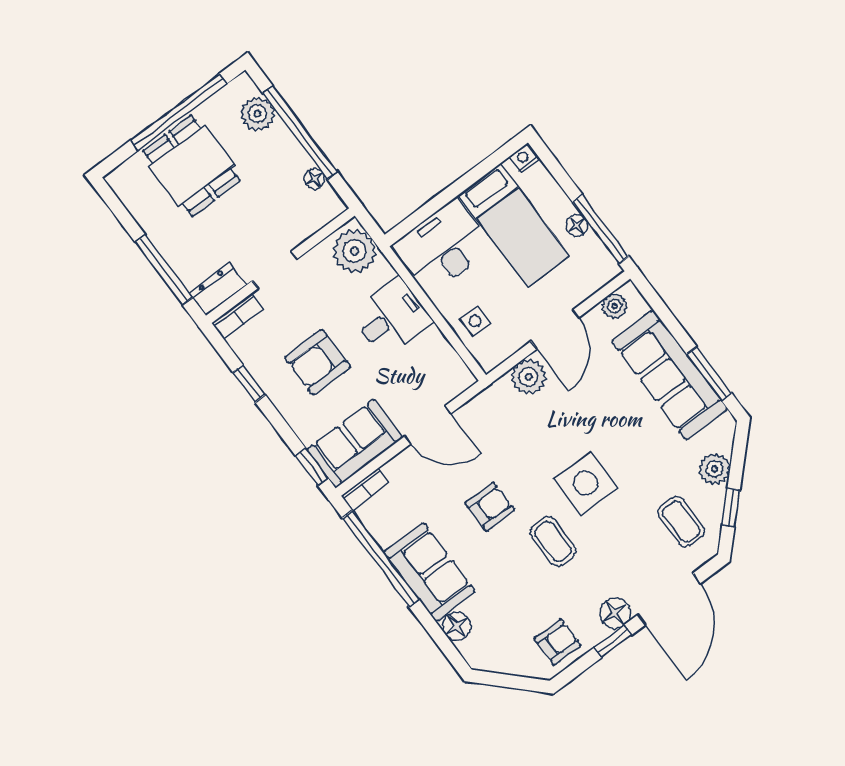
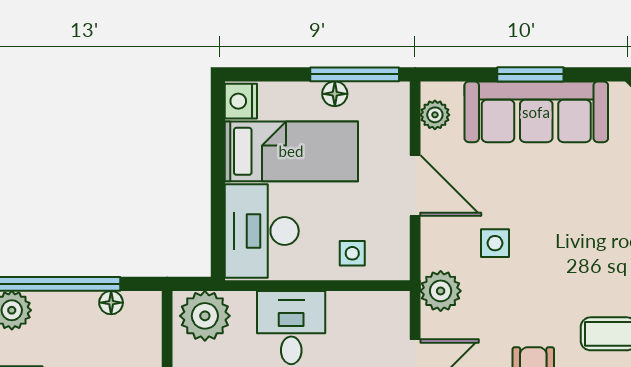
nightstand: (524, 158) -> (241, 101), width x1.39, depth x1.35
window: (709, 374) -> (530, 74), moved
plant: (528, 377) -> (441, 291), moved
side table: (586, 483) -> (495, 243), moved, width x0.54, depth x0.54

